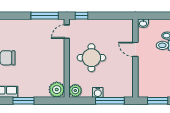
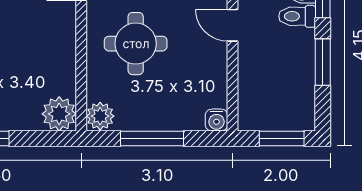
water cooler: (98, 92) -> (217, 120), moved
window: (110, 101) -> (152, 138), moved

